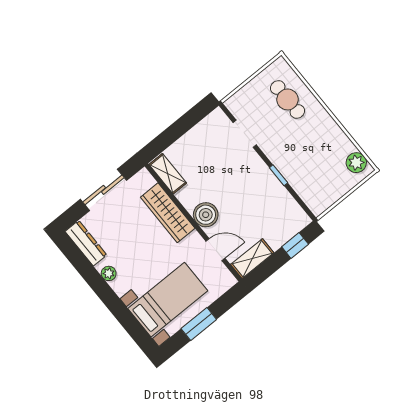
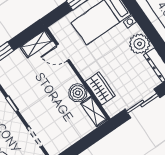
wardrobe: (168, 213) -> (100, 89), width x0.67
boiler: (206, 215) -> (78, 93), moved
plant: (109, 273) -> (139, 44), width x1.88, depth x1.88

